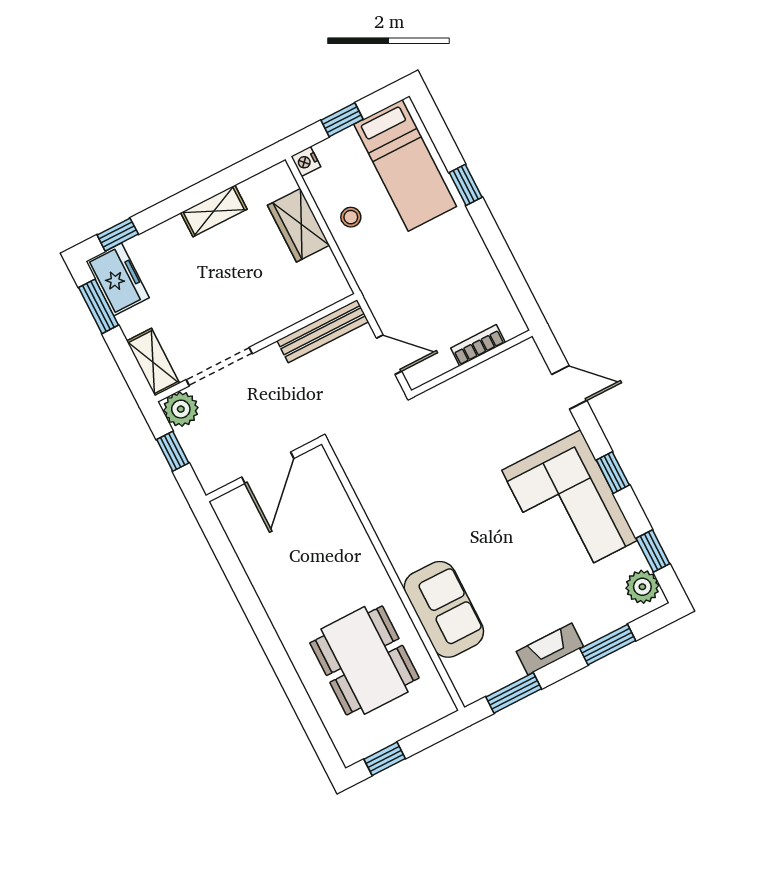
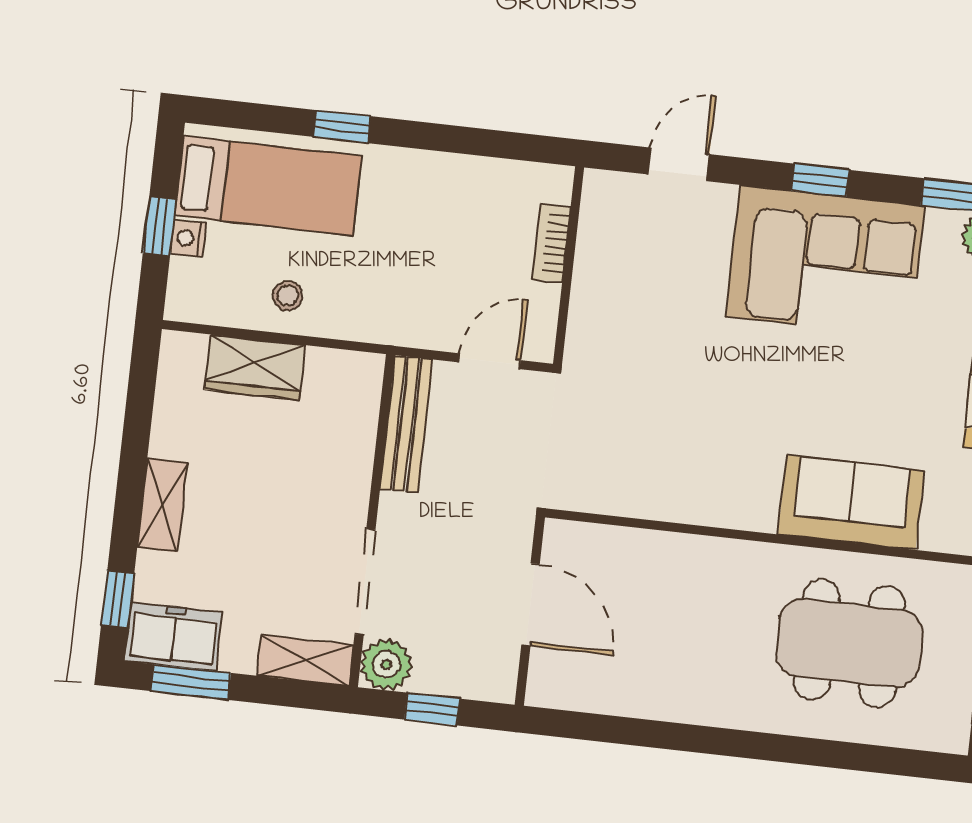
nightstand: (306, 161) -> (188, 238), moved, turned 90
shelving: (214, 211) -> (162, 505), moved

